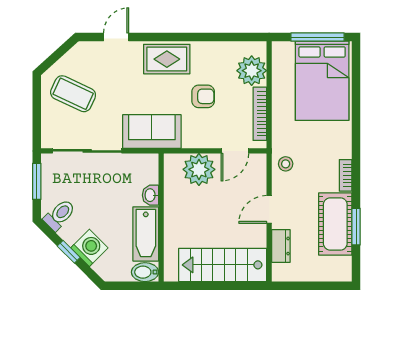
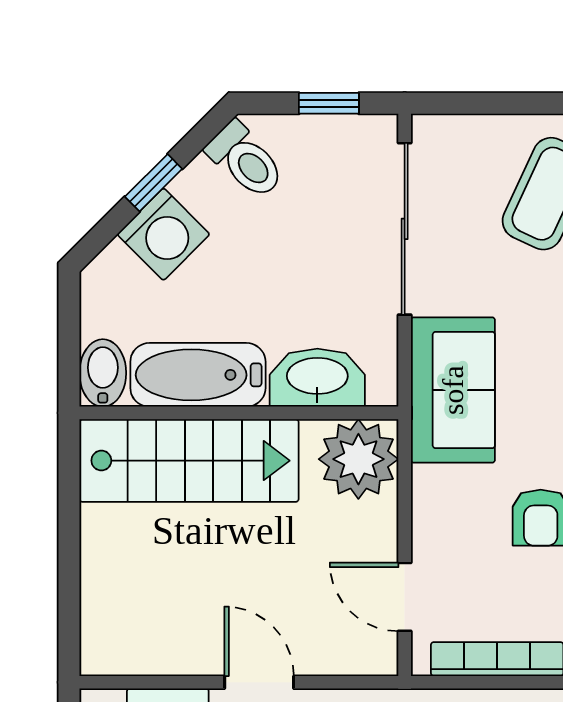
plant: (199, 169) -> (358, 459), moved
window: (37, 181) -> (329, 103), width x0.67
washbasin: (151, 195) -> (317, 378), width x1.91, depth x1.45
stairs: (223, 265) -> (189, 461), moved, turned 90

